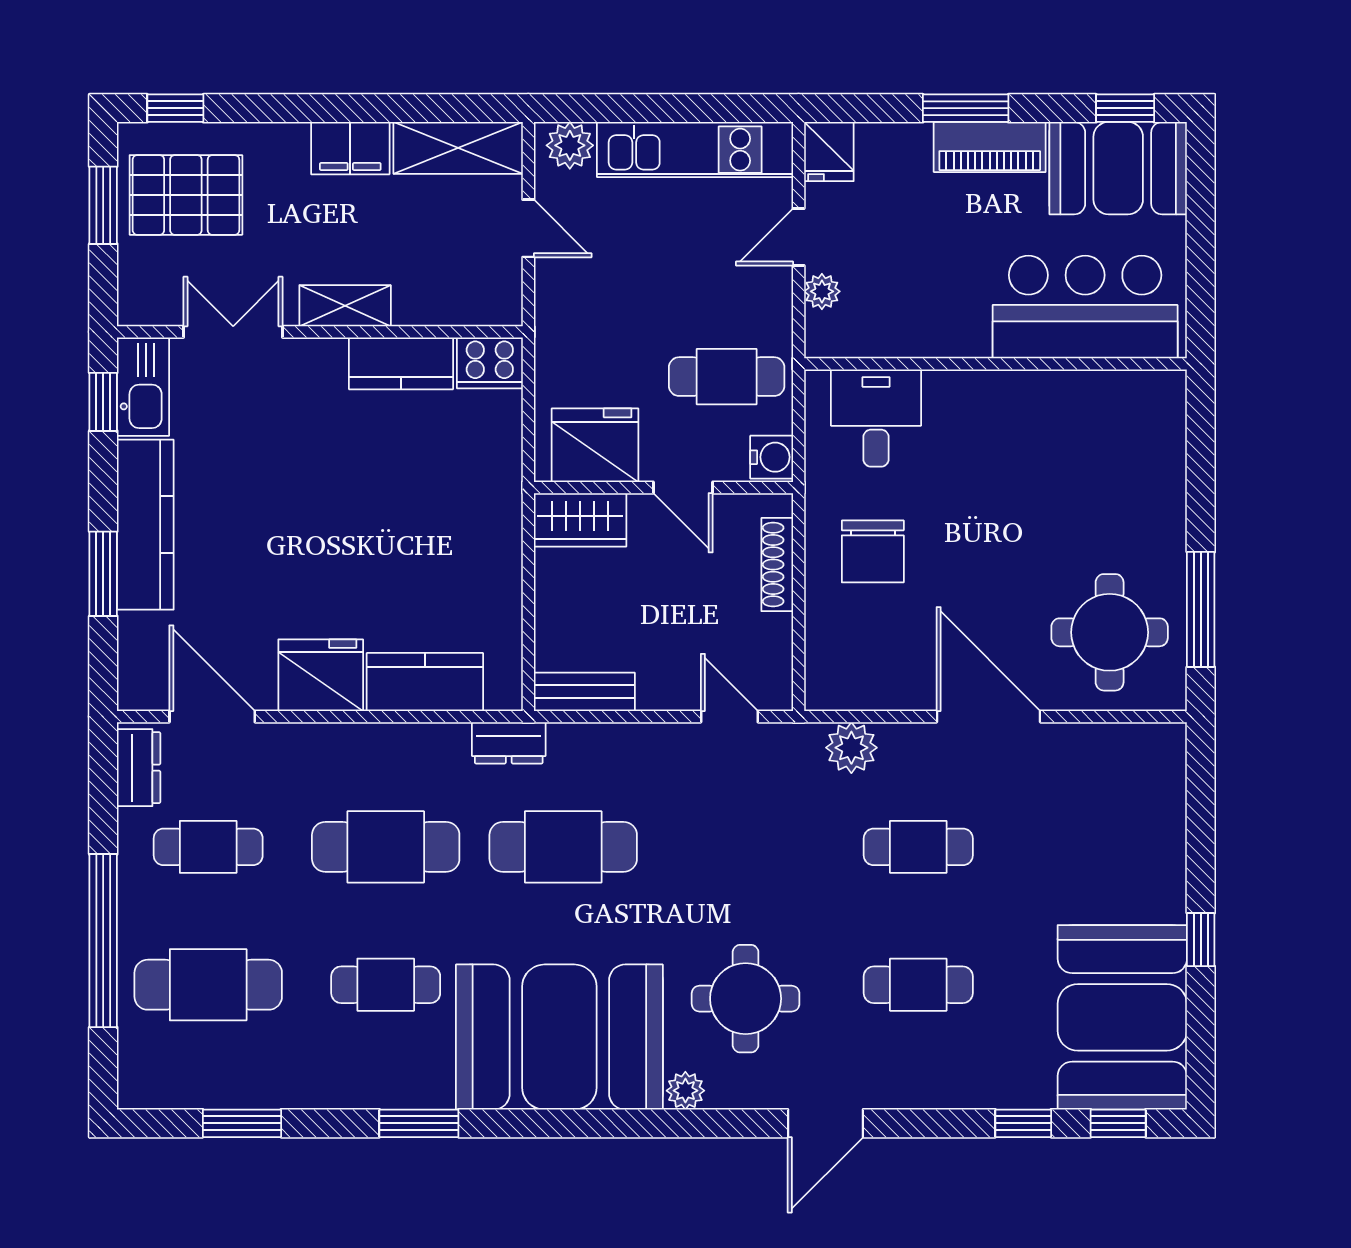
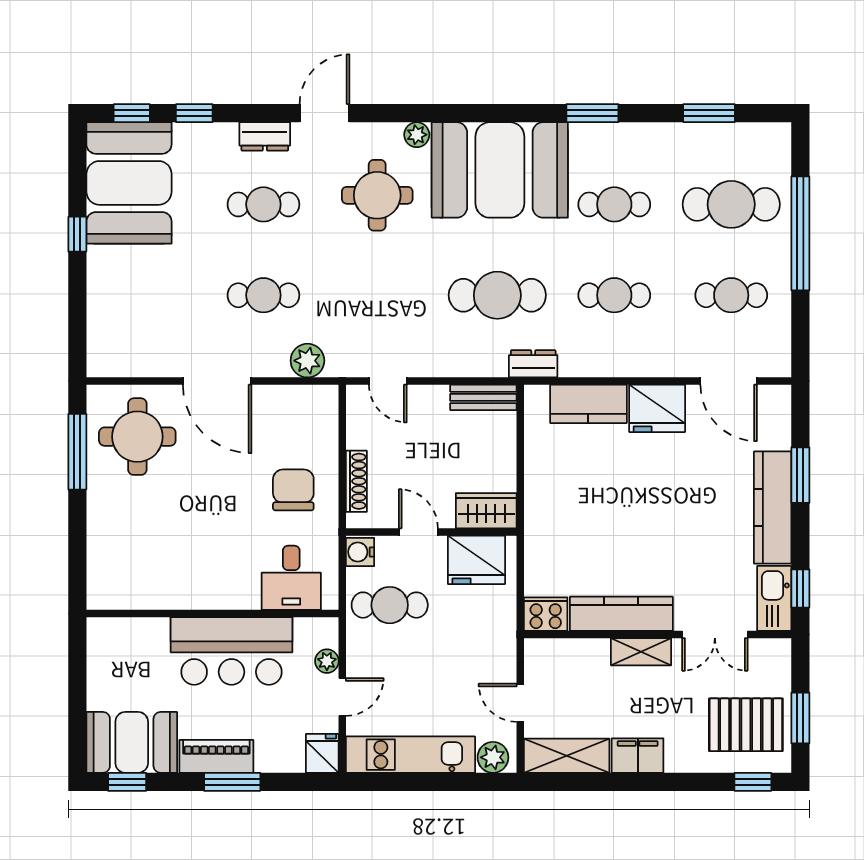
bar counter: (1085, 307) -> (231, 651), moved
kitchen counter: (401, 363) -> (621, 614), width x1.50
dresser: (139, 768) -> (265, 136), moved, turned -90
cafe table: (386, 847) -> (614, 295), width x0.73, depth x0.74

